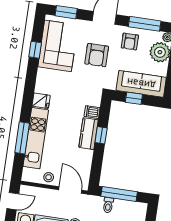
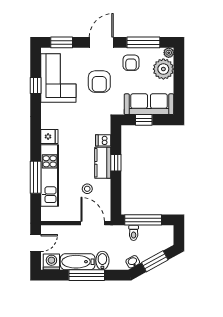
stool: (49, 177) -> (87, 189), moved

